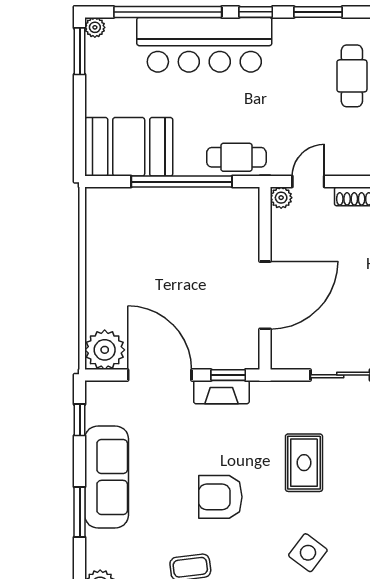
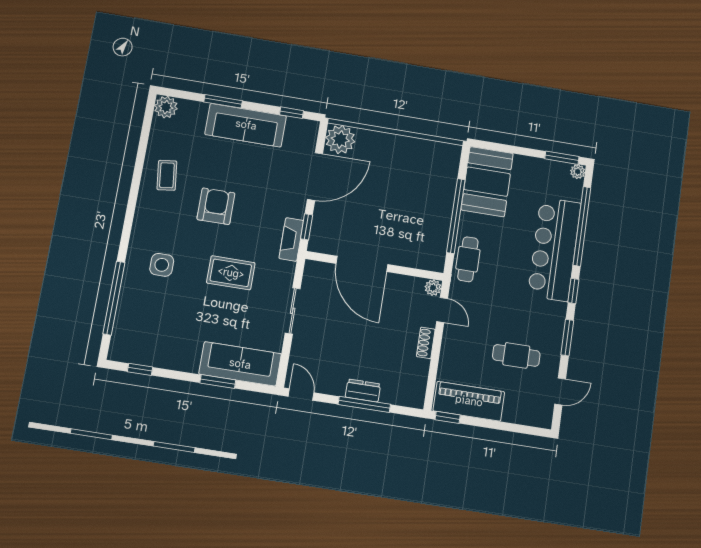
fireplace: (221, 392) -> (291, 239), moved
side table: (308, 553) -> (162, 265), turned -37

